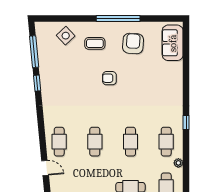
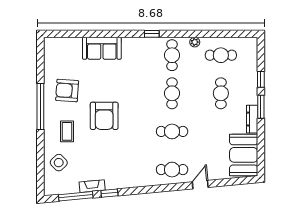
sofa: (173, 43) -> (102, 48), moved
fireplace: (44, 67) -> (92, 186), added
armchair: (109, 78) -> (104, 116), width x1.88, depth x1.88
cafe table: (130, 142) -> (172, 93), turned 90
cafe table: (166, 142) -> (172, 55), turned 90

